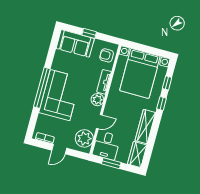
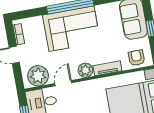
door: (99, 122) -> (63, 83), swing flipped

